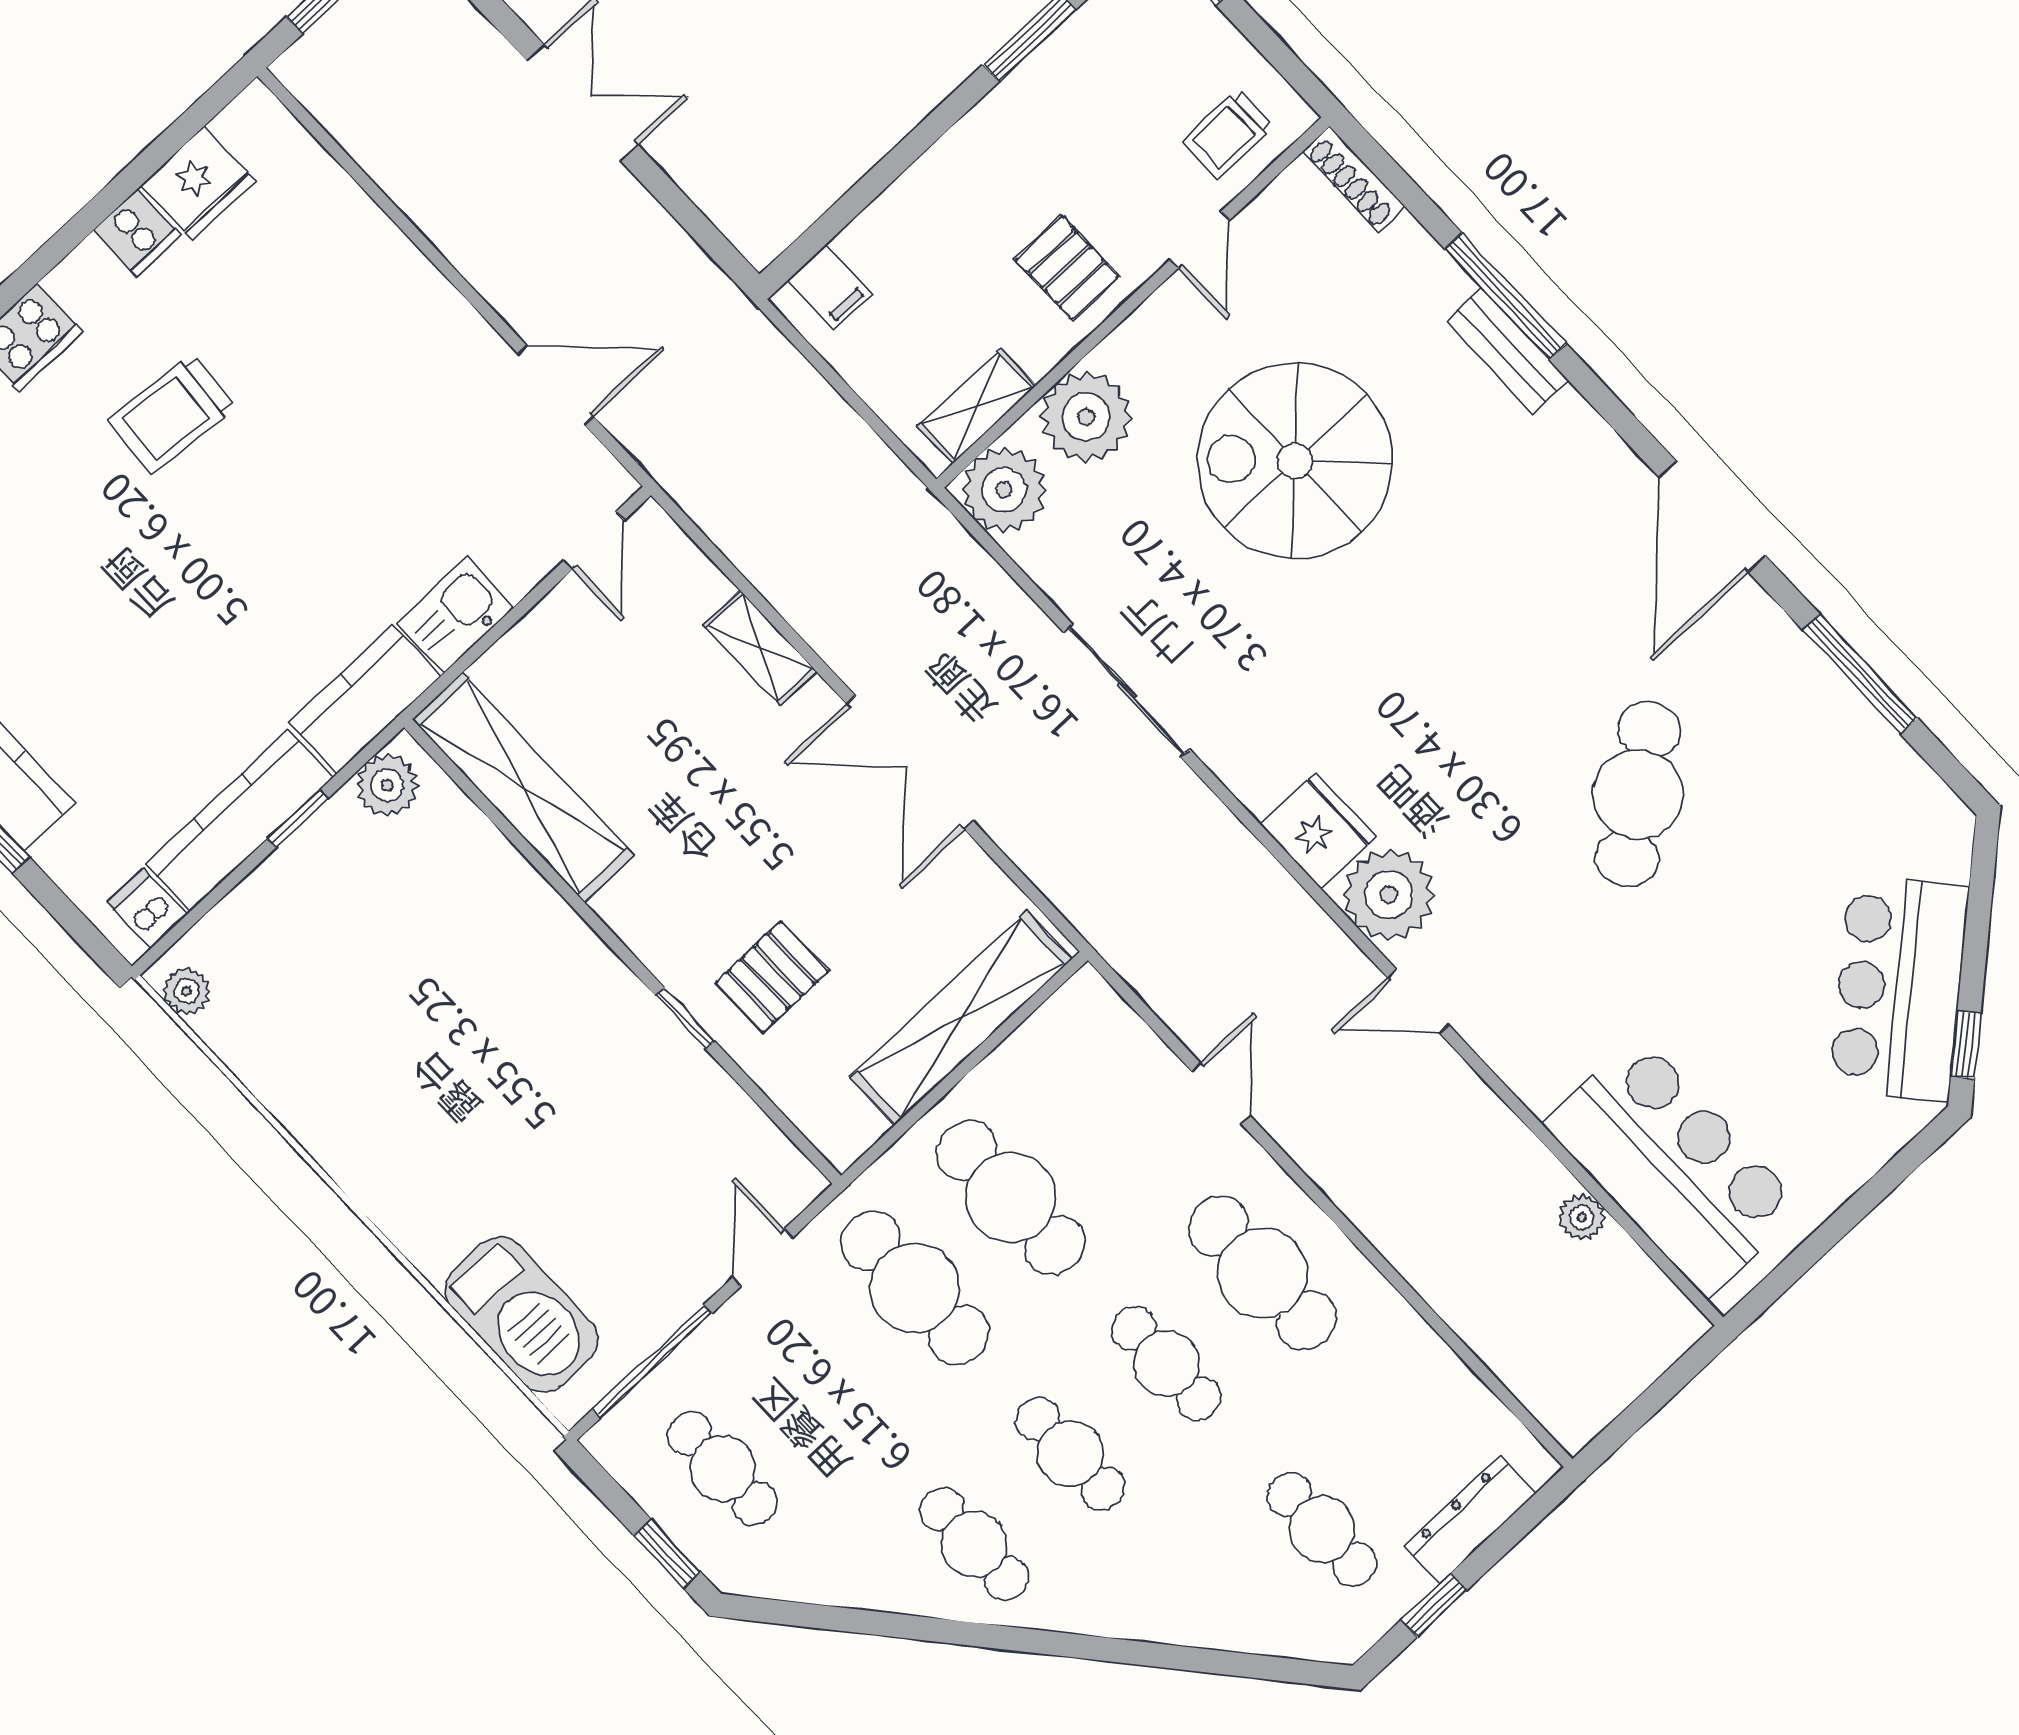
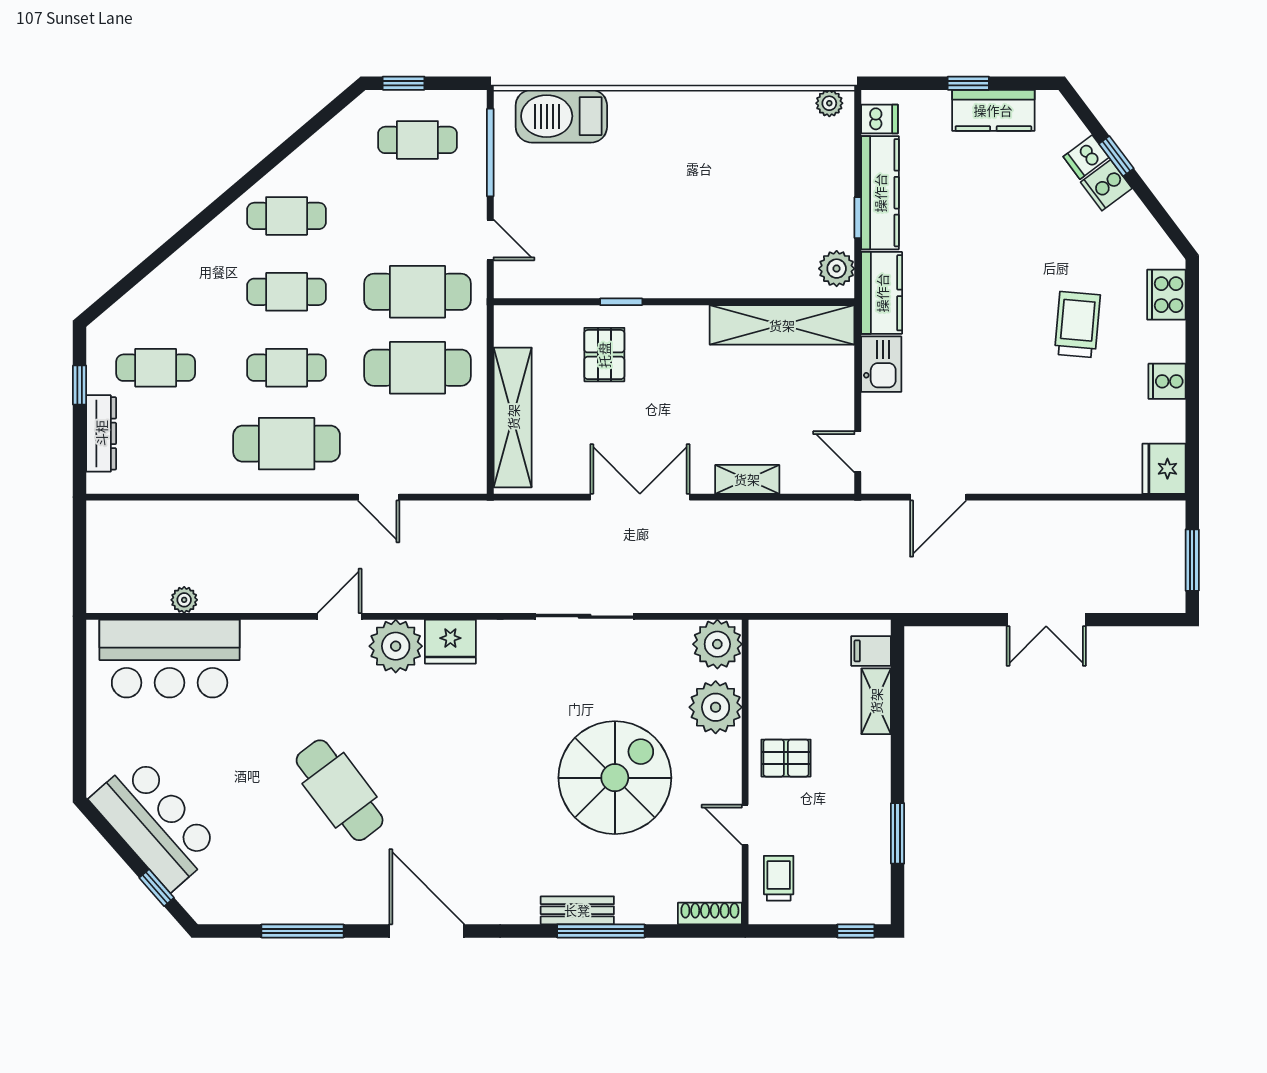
fridge: (198, 183) -> (1164, 469), moved
shelving: (977, 406) -> (876, 701), moved
window: (1966, 1045) -> (157, 888), moved

